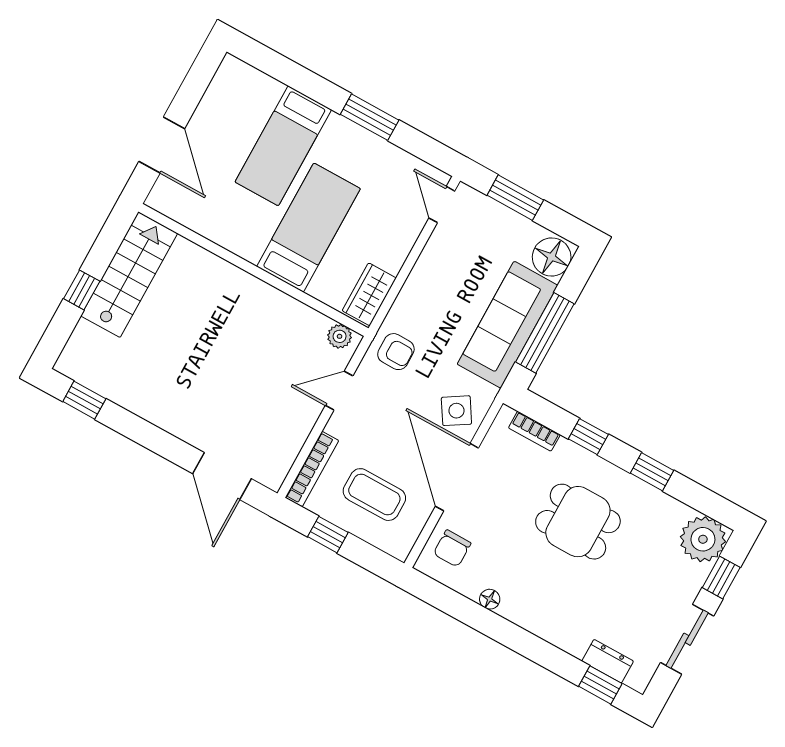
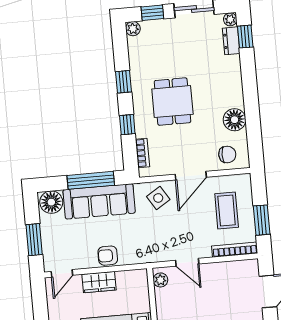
wardrobe: (369, 294) -> (99, 282), moved
armchair: (396, 352) -> (108, 256), moved, turned -90
door: (457, 477) -> (191, 176), width x0.73
window: (328, 535) -> (262, 220), width x1.50
plant: (703, 539) -> (133, 29), width x0.53, depth x0.53
floor lamp: (490, 599) -> (235, 120), width x1.89, depth x1.89
plant: (639, 680) -> (230, 19), added

